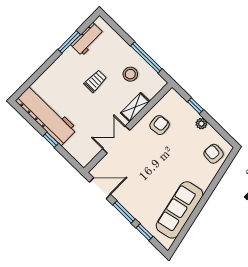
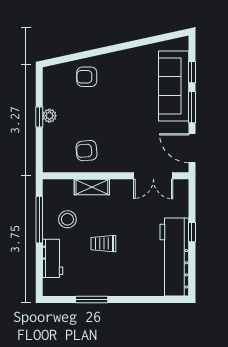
workbench: (87, 39) -> (53, 258), moved, turned 90
window: (195, 106) -> (39, 117), moved
double door: (116, 140) -> (153, 176), moved
armchair: (214, 154) -> (87, 77), moved, turned 86
sofa: (180, 210) -> (174, 86), moved, turned 102

